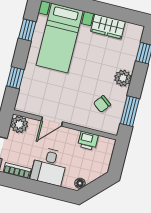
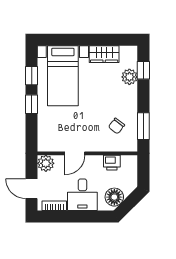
window: (15, 78) -> (32, 104), moved
plant: (123, 78) -> (129, 77), moved
floor lamp: (80, 183) -> (114, 197), width x1.89, depth x1.89

